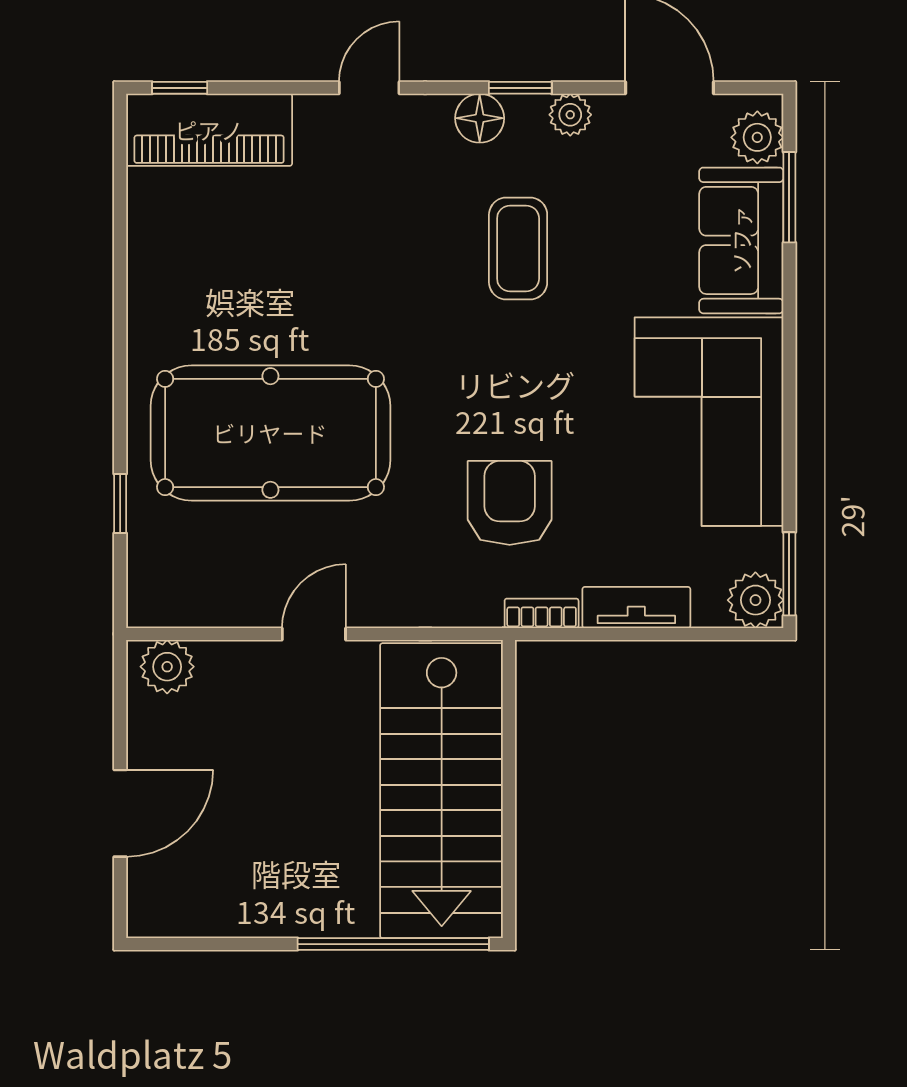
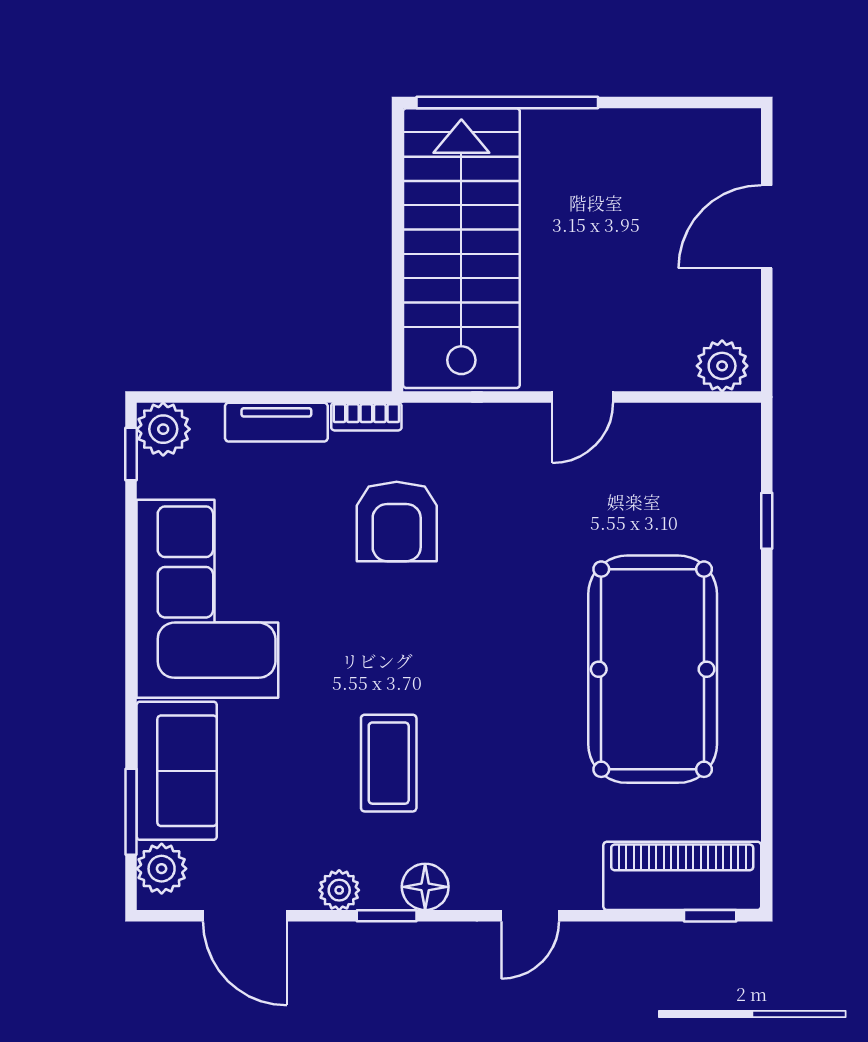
pool table: (270, 433) -> (653, 669), moved, turned 90
window: (789, 574) -> (131, 454), width x0.67

